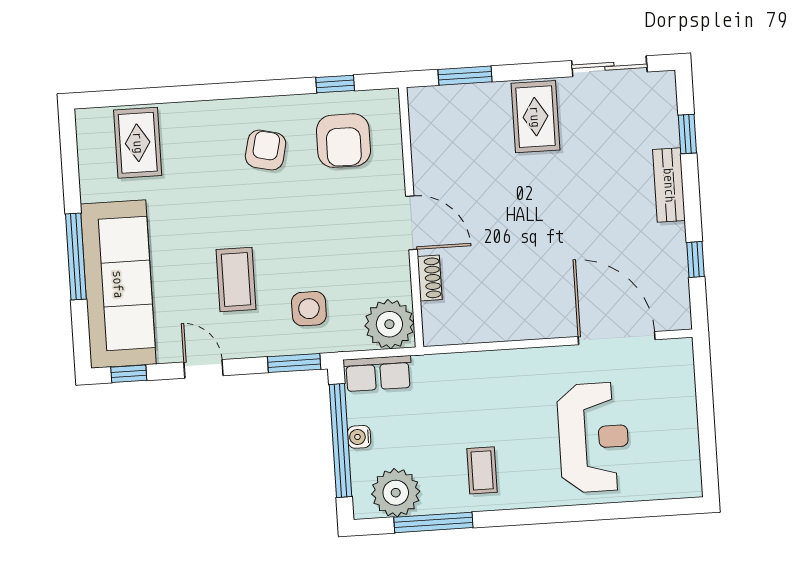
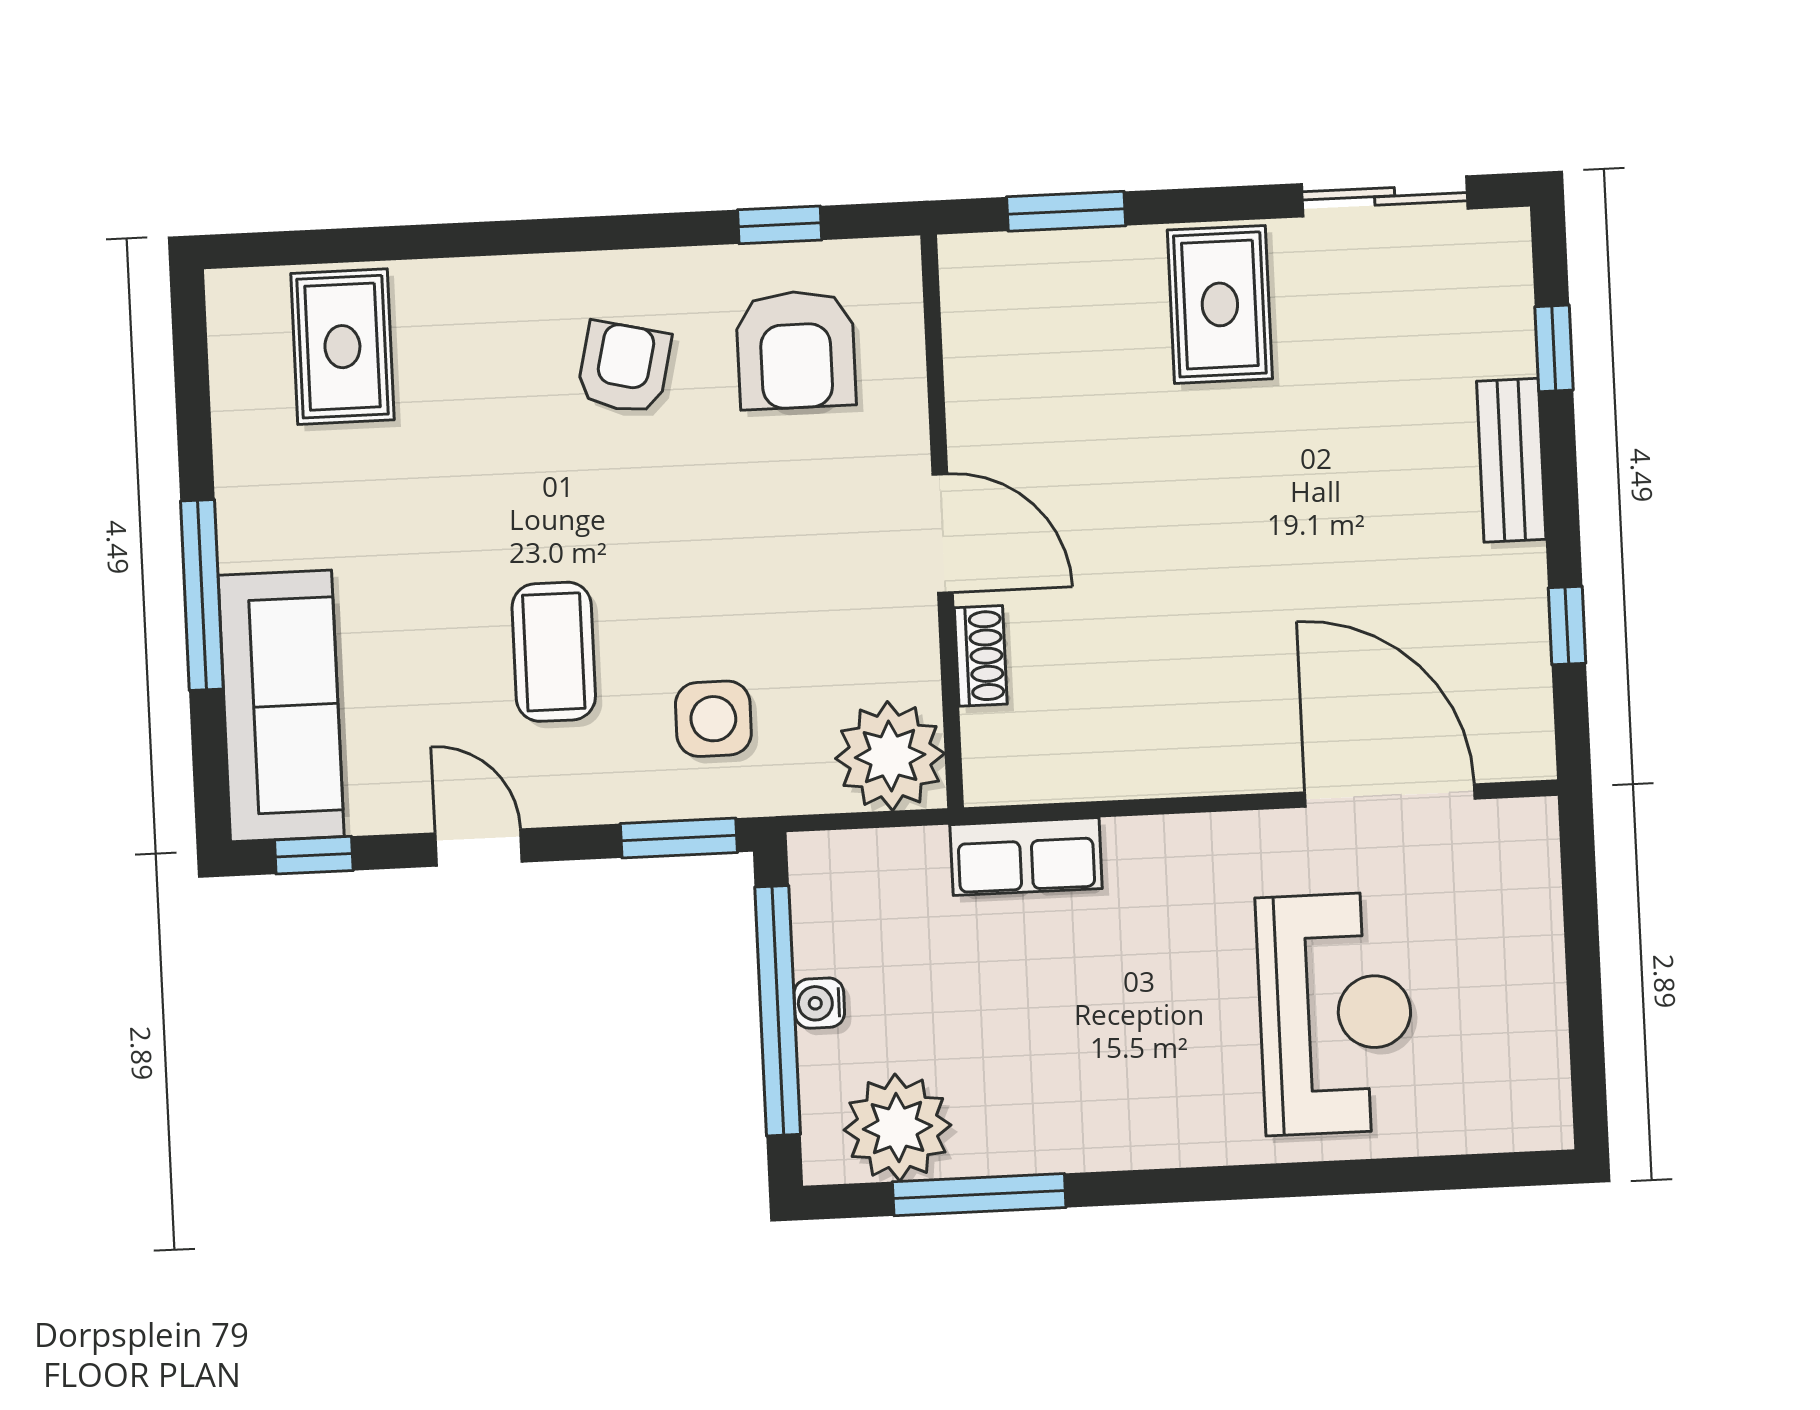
sofa: (118, 284) -> (281, 706), width x0.74, depth x0.79
row of seats: (378, 374) -> (1026, 857), moved
coffee table: (482, 470) -> (1089, 1082), removed

